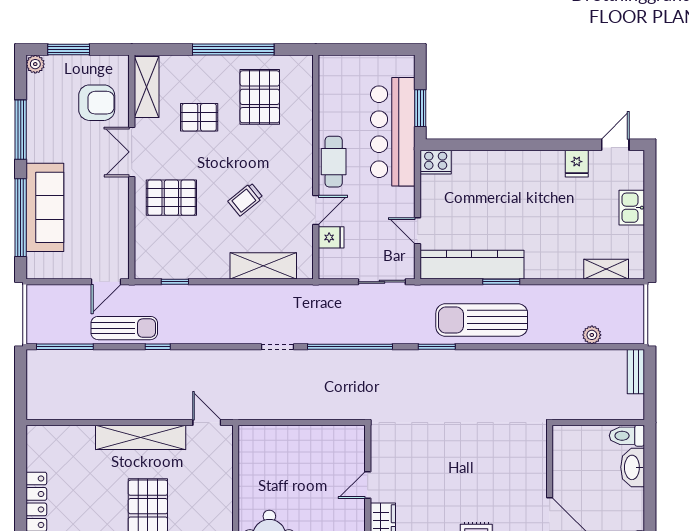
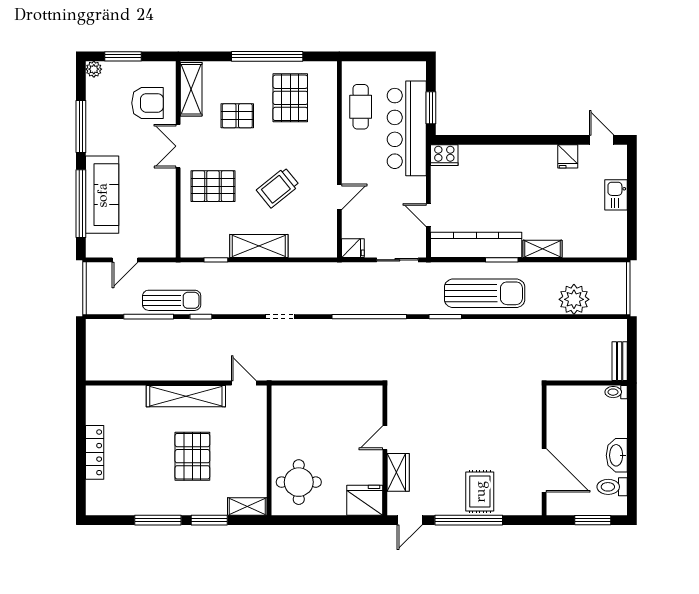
door: (615, 145) -> (602, 140), hinge flipped
cafe table: (334, 162) -> (361, 107), moved
trolley: (246, 199) -> (278, 188), width x1.36, depth x1.39
fridge: (331, 237) -> (353, 248), moved
shelving: (263, 266) -> (259, 246), moved
shelving: (606, 269) -> (542, 249), moved
door: (106, 282) -> (125, 260), moved
sun lounger: (482, 320) -> (485, 293), turned 180
plant: (592, 335) -> (574, 299), width x1.87, depth x1.87
window: (65, 347) -> (149, 317), moved
doorway: (278, 347) -> (280, 317), moved
bench: (636, 372) -> (620, 361), moved
toilet: (627, 436) -> (616, 392), width x0.73, depth x0.72
washbasin: (633, 467) -> (617, 455), moved

